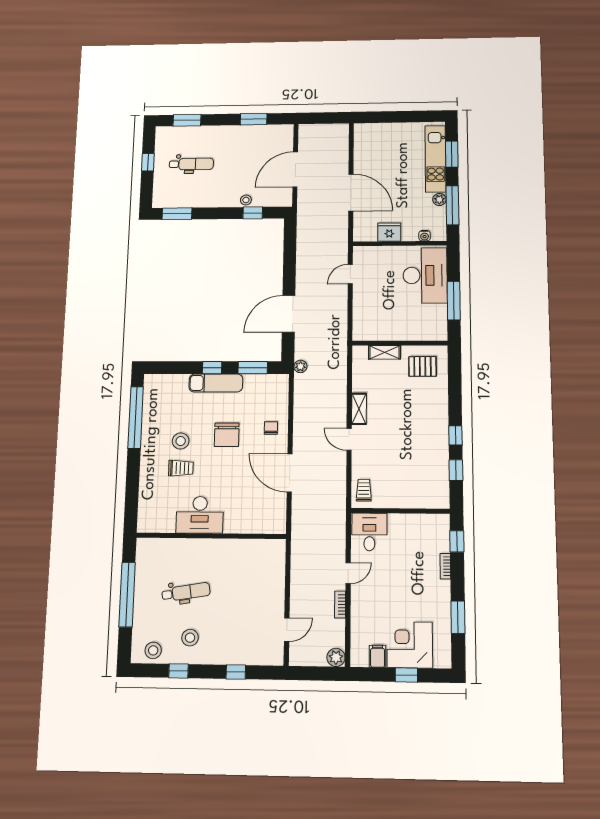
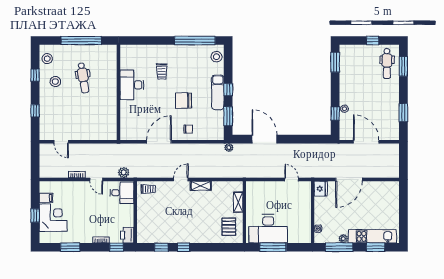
dental chair: (191, 164) -> (387, 63), moved
fridge: (389, 232) -> (321, 189), moved
desk: (425, 275) -> (268, 229), moved
stool: (181, 441) -> (216, 57), moved
printer: (437, 524) -> (127, 235), added
plant: (336, 657) -> (124, 172), moved

